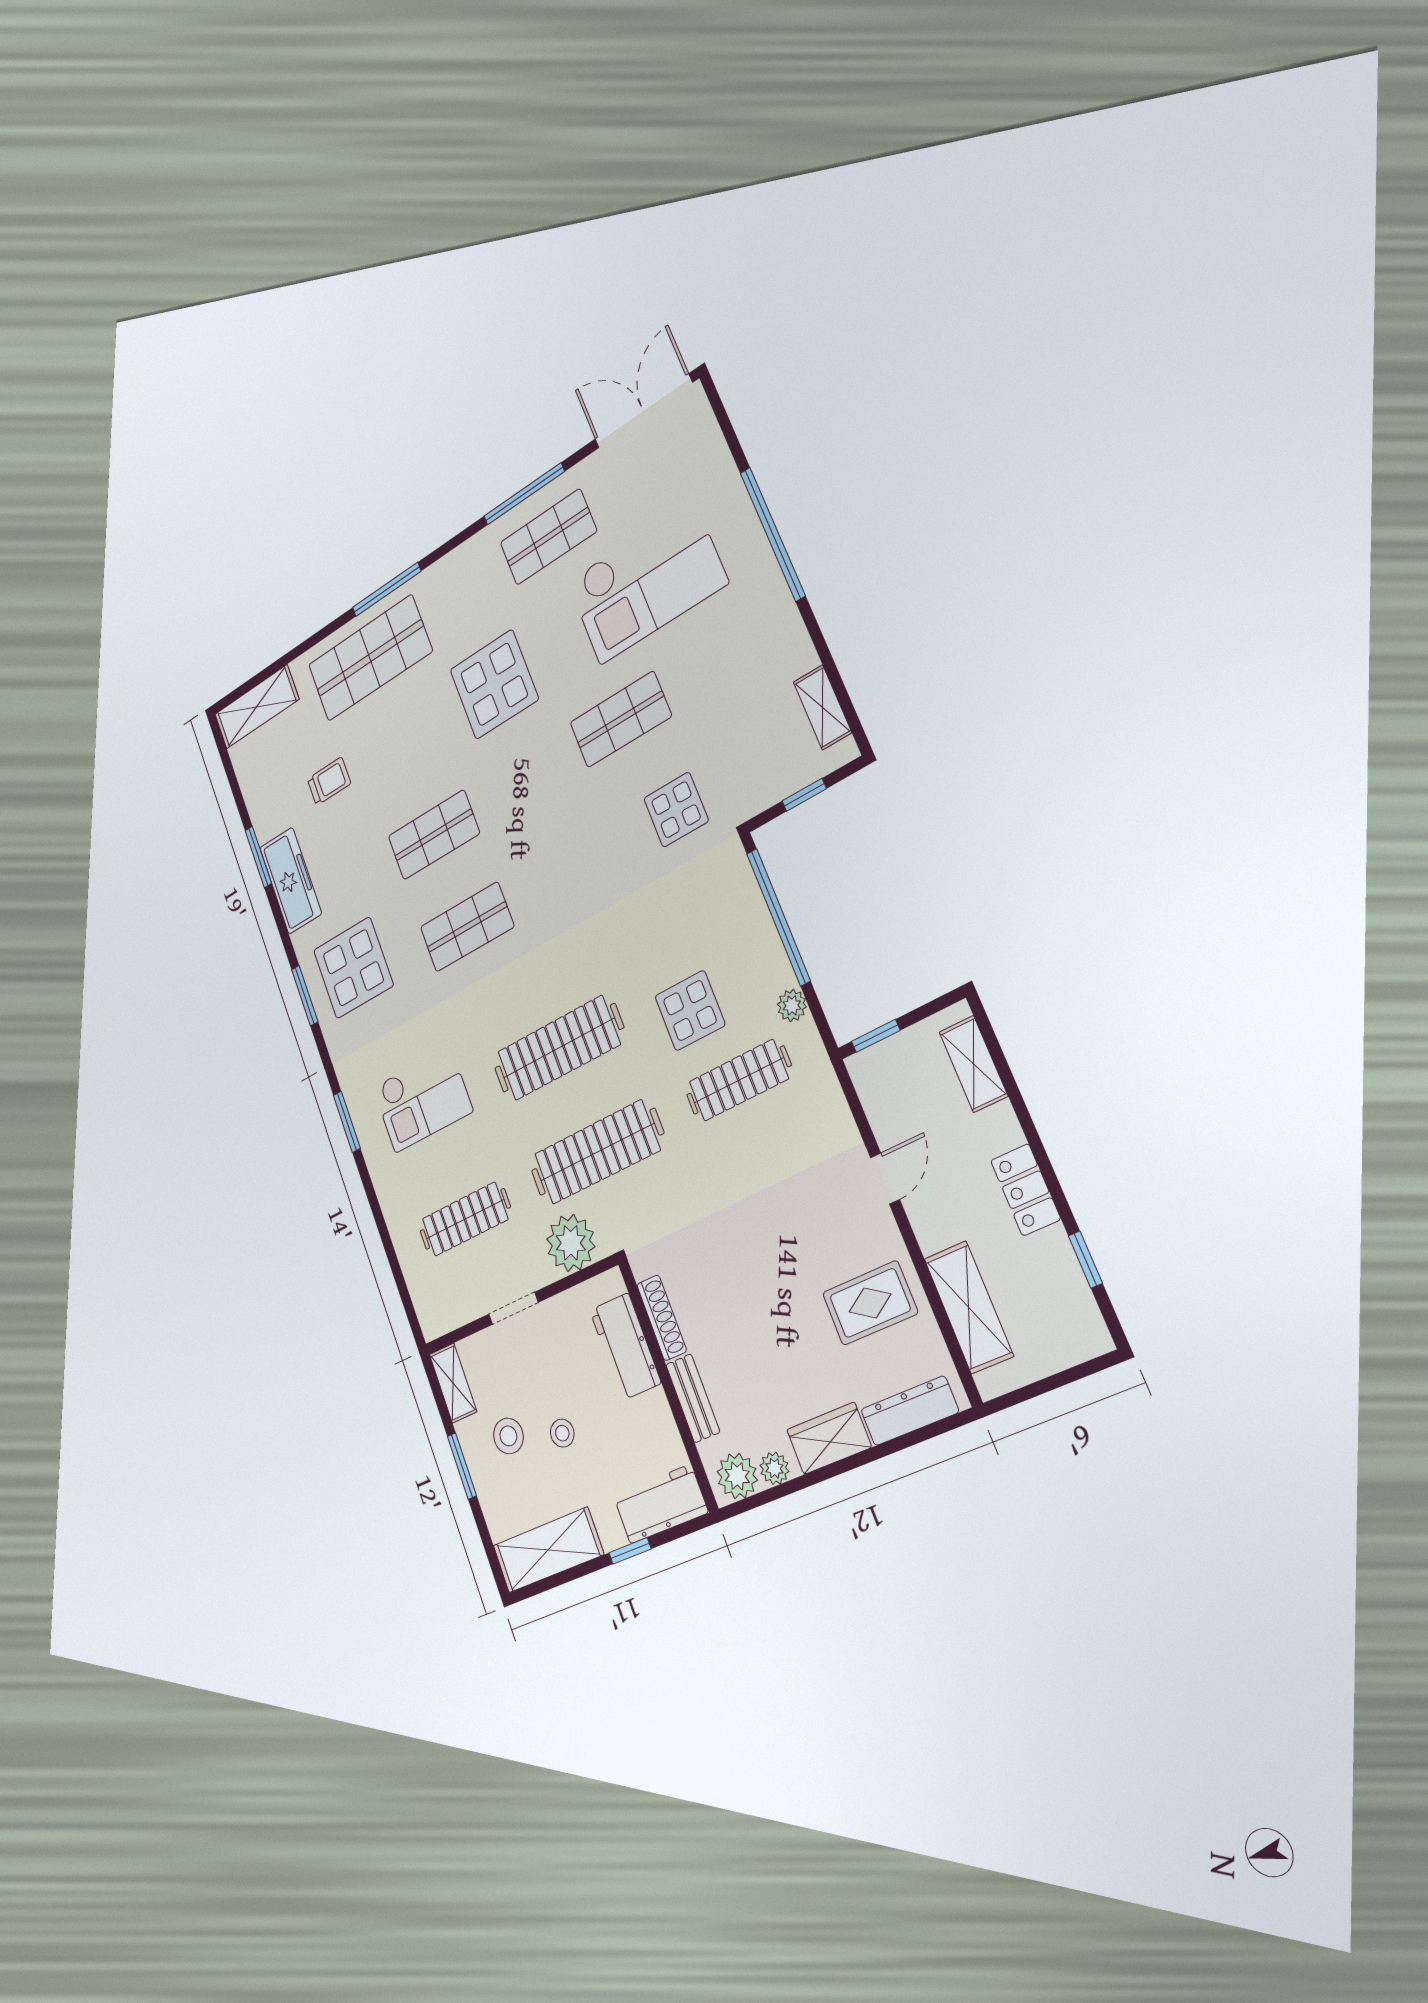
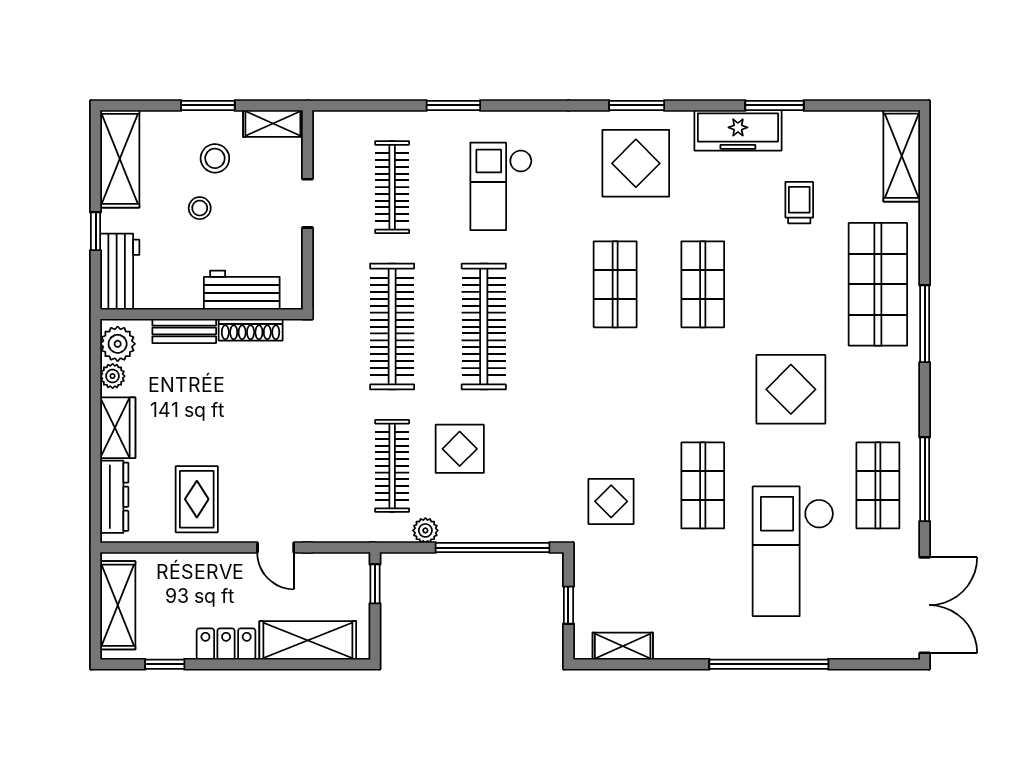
trolley: (329, 781) -> (799, 203), turned 180
shelving: (974, 1064) -> (308, 640), width x1.50, depth x1.33
window: (347, 1122) -> (453, 105), moved
plant: (571, 1243) -> (335, 275), removed
shelving: (969, 1307) -> (118, 605), moved, turned 90

